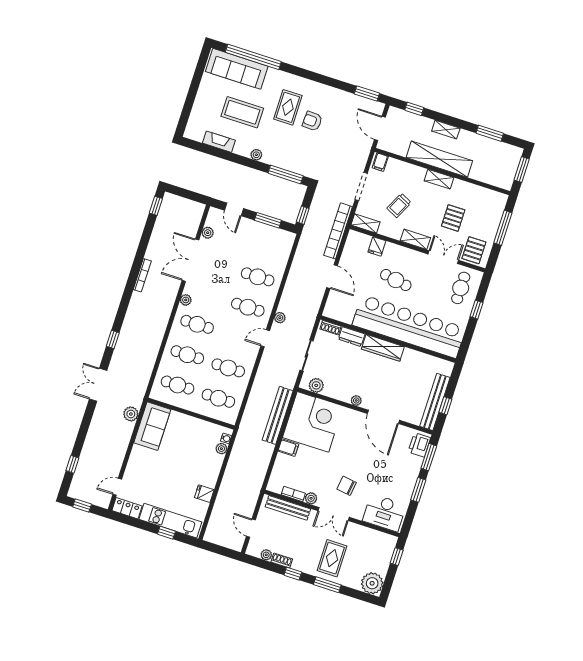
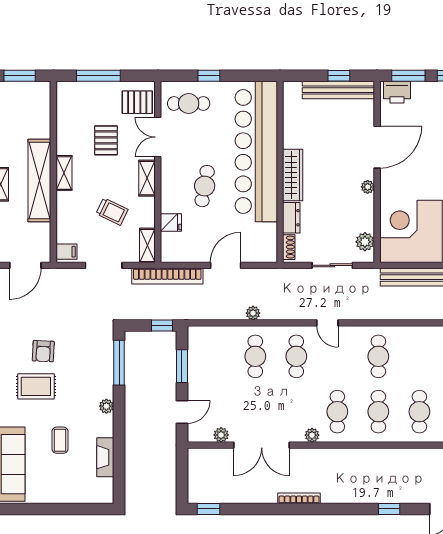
coffee table: (242, 112) -> (60, 440), width x0.54, depth x0.58
pallet: (453, 218) -> (106, 140), turned 90
plant: (280, 318) -> (253, 313), moved
cafe table: (218, 398) -> (419, 356), removed

